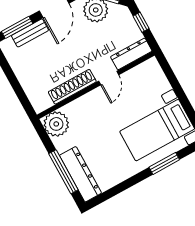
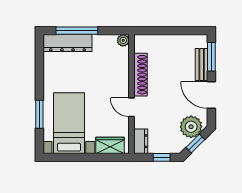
dresser: (131, 54) -> (141, 141), width x0.70
wardrobe: (157, 79) -> (110, 145), added
plant: (56, 124) -> (123, 40), width x0.53, depth x0.53

